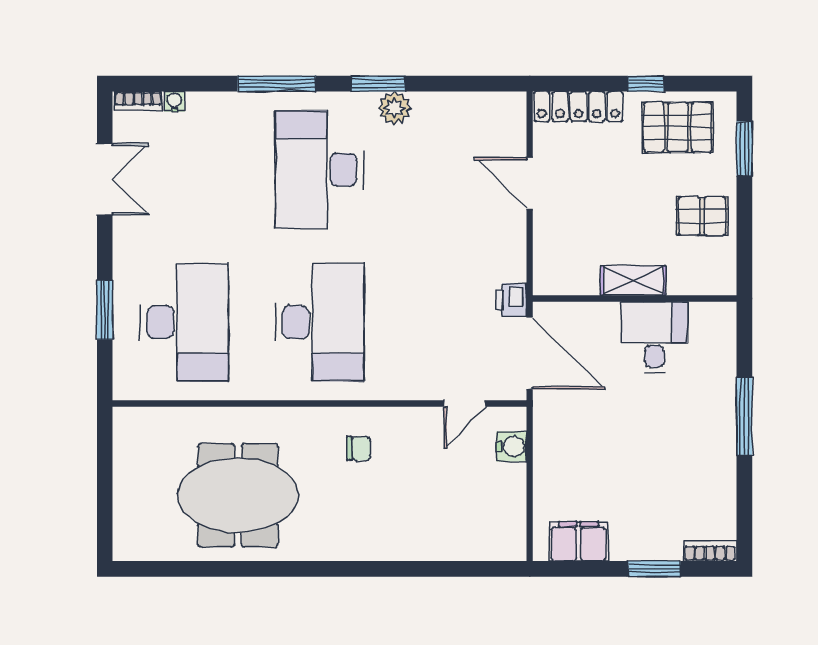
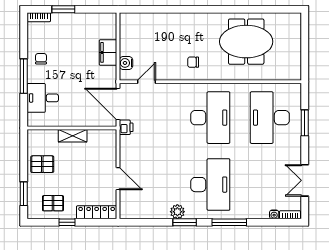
pallet: (678, 127) -> (53, 203), width x0.67, depth x0.71
desk: (320, 322) -> (210, 118), turned 180
desk: (654, 337) -> (43, 98), moved, turned 90
chair: (705, 456) -> (41, 59), added
filing cabinet: (579, 541) -> (108, 52), moved, turned 90

